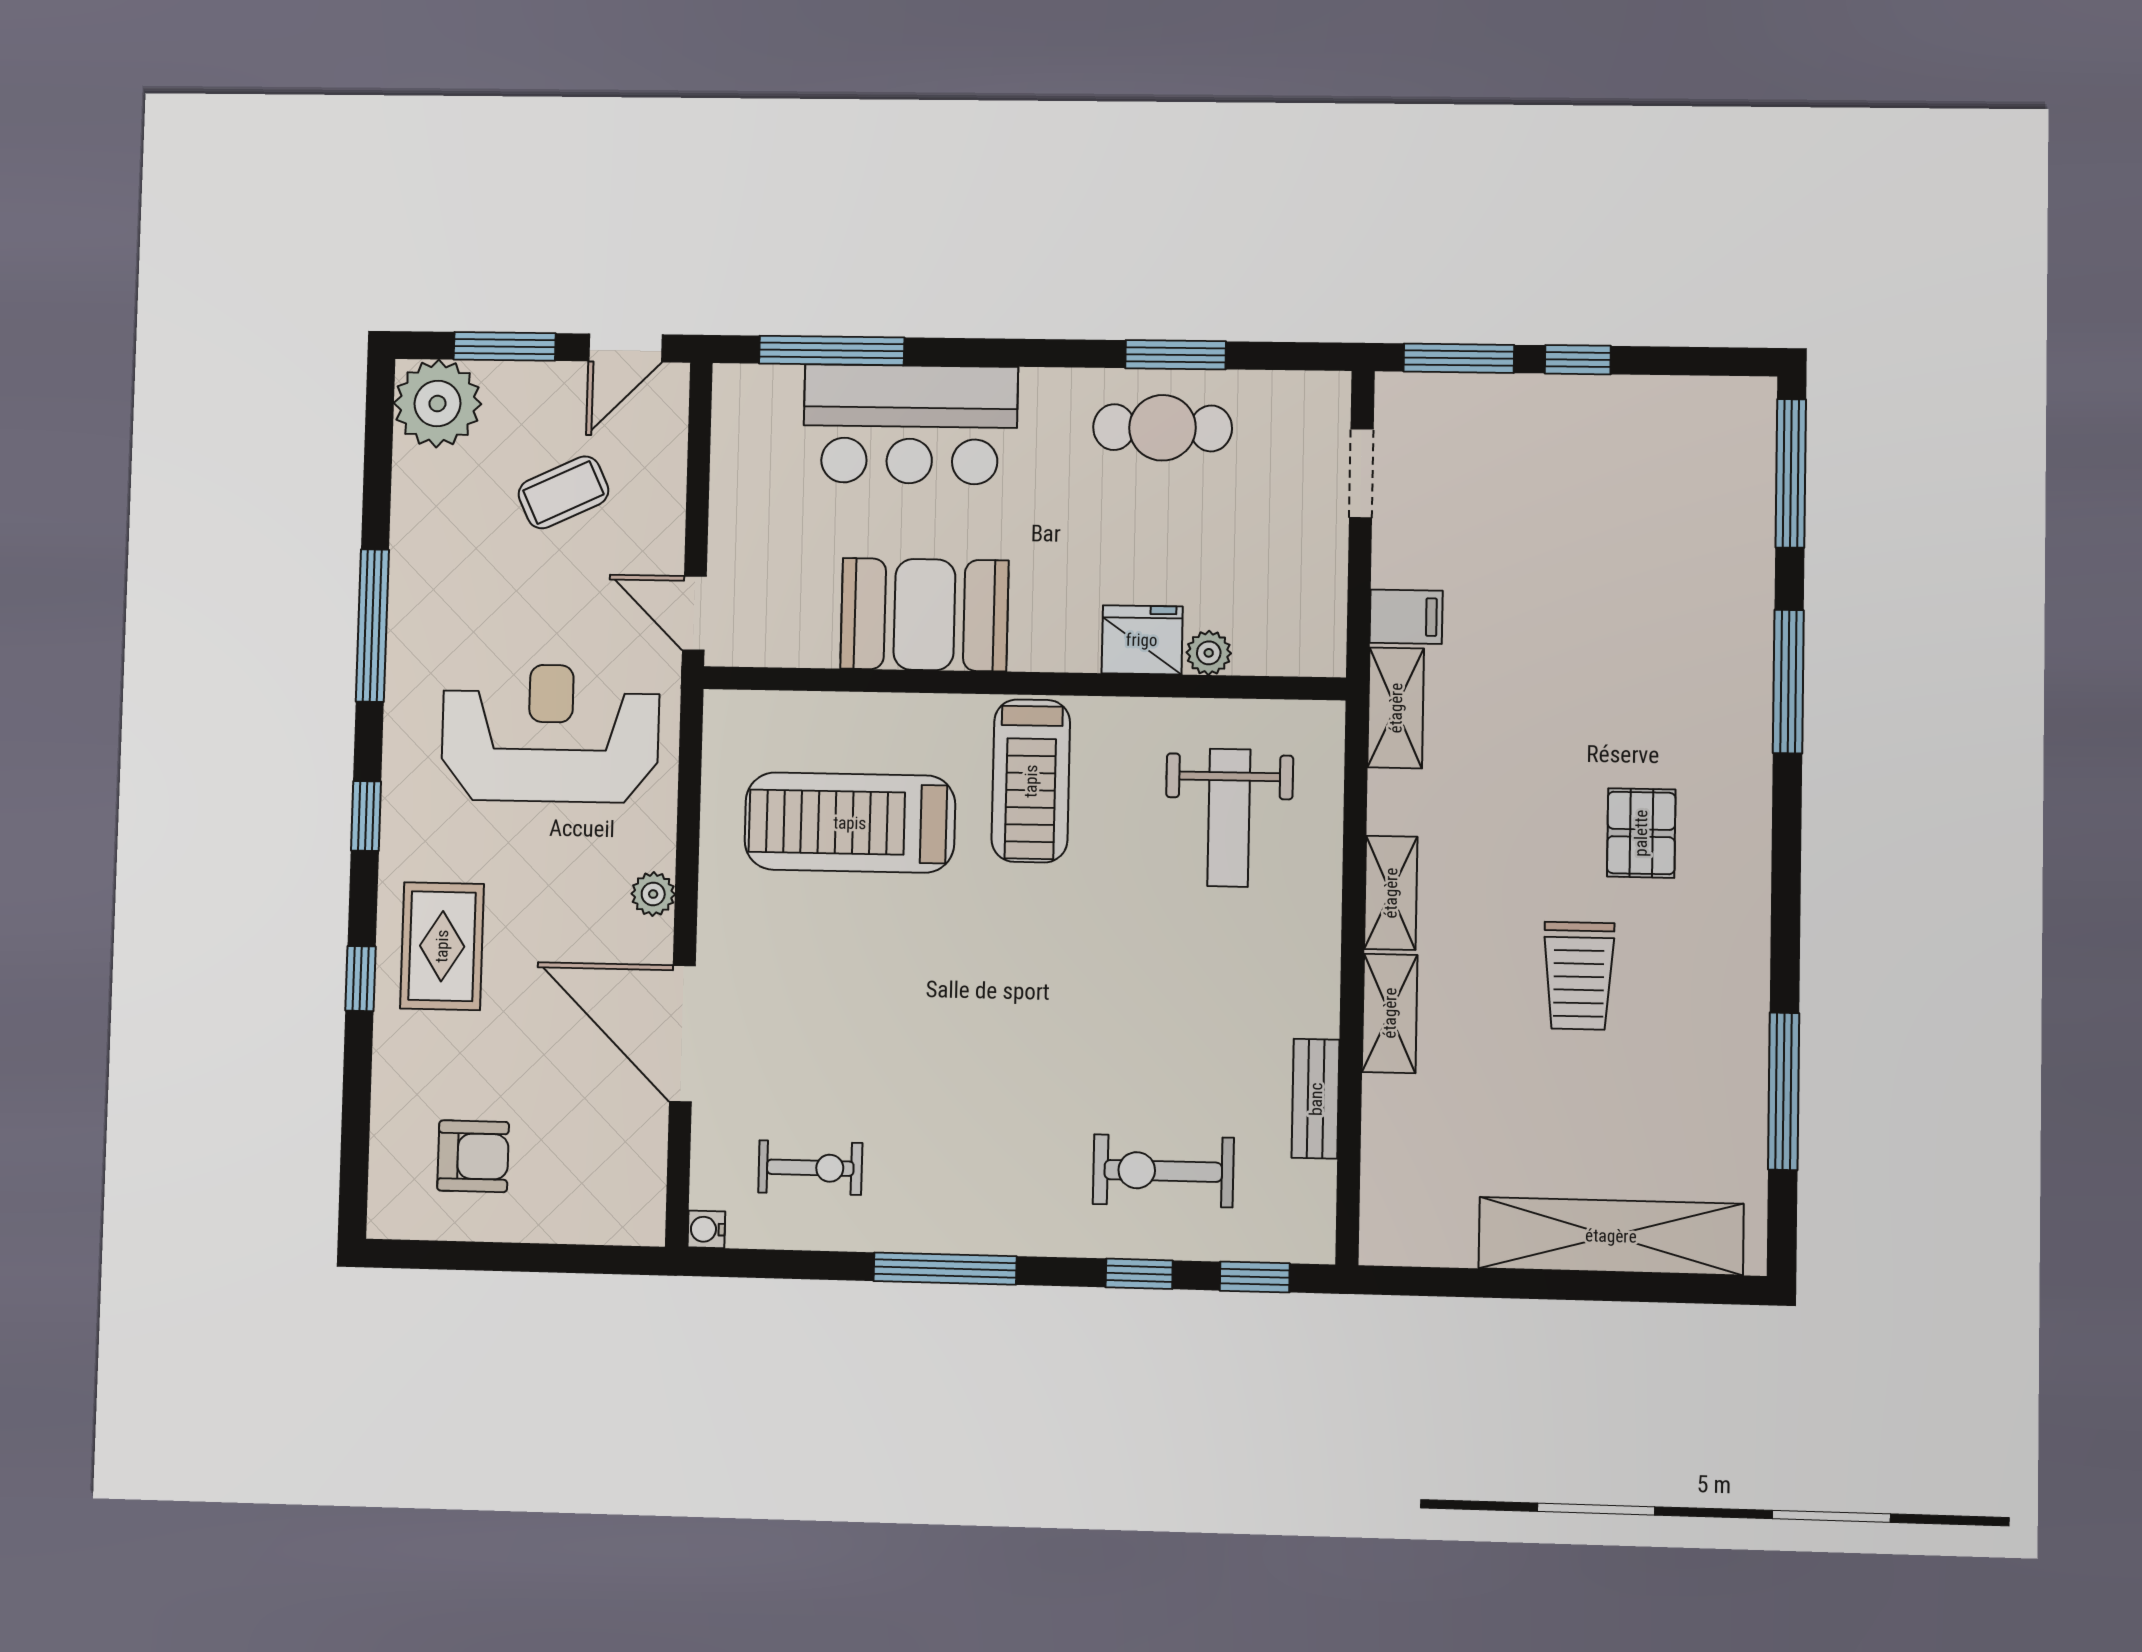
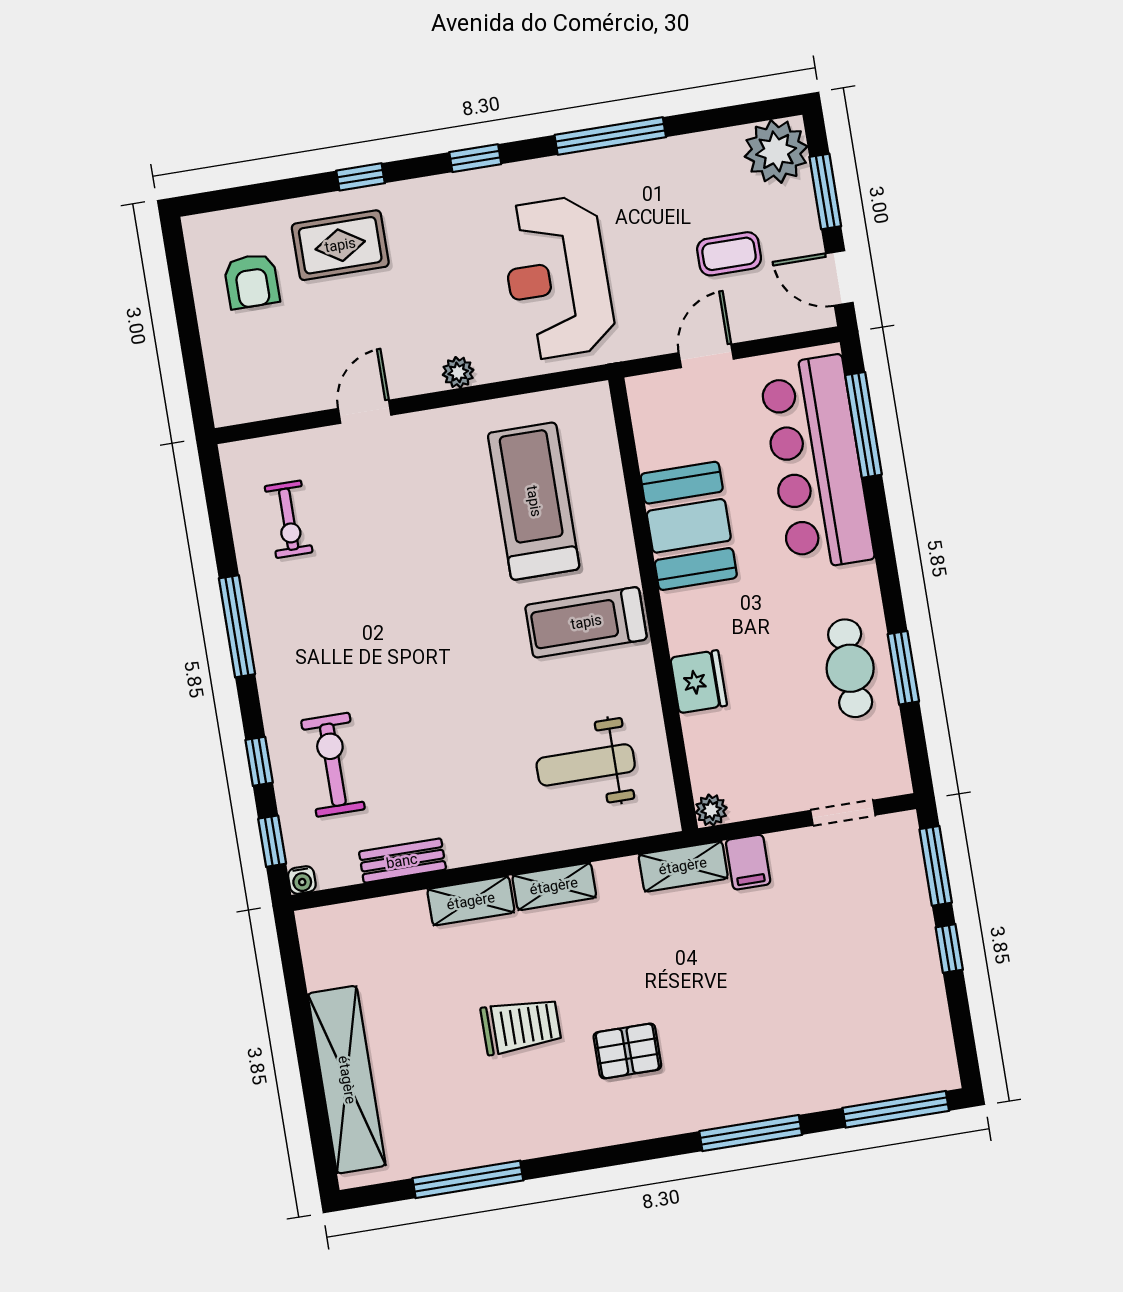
bar counter: (910, 424) -> (816, 463), width x1.36
coffee table: (563, 492) -> (729, 254), turned -65
door: (694, 613) -> (706, 356), moved
plant: (1209, 653) -> (711, 810), moved
reception desk: (550, 733) -> (557, 278), turned 180
rug: (442, 946) -> (340, 245), moved
trolley: (1579, 976) -> (521, 1026), turned 180
door: (682, 1034) -> (365, 412), width x0.53
water cooler: (706, 1229) -> (302, 880), moved, turned 180

